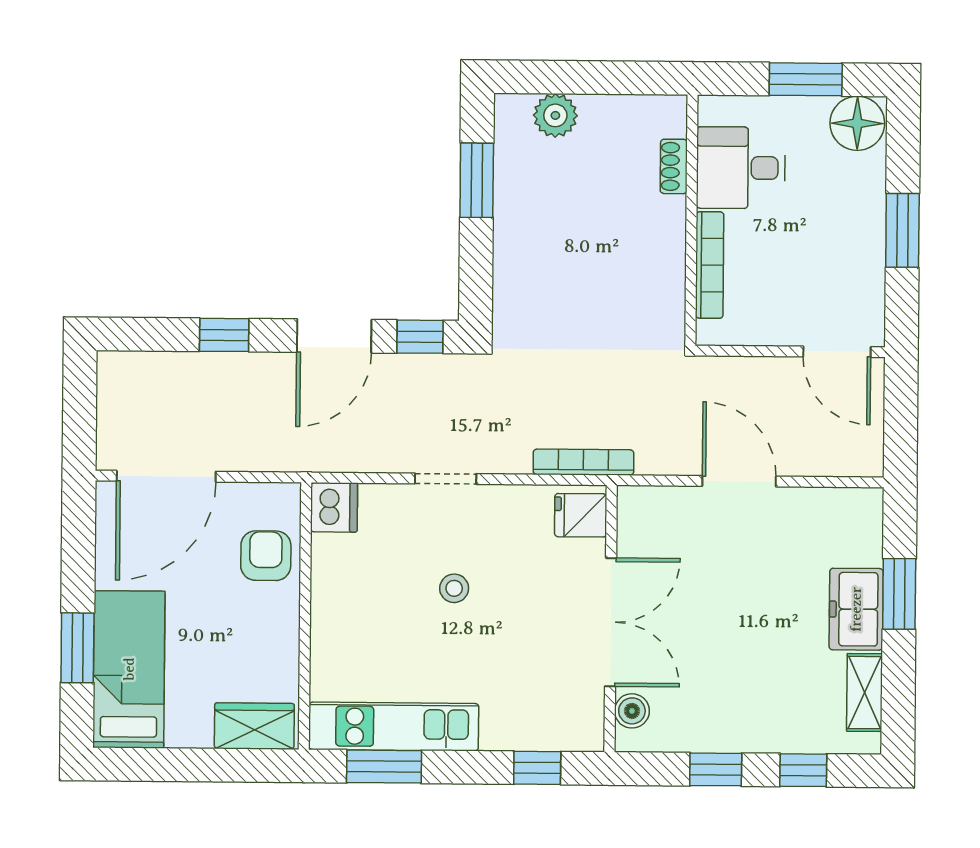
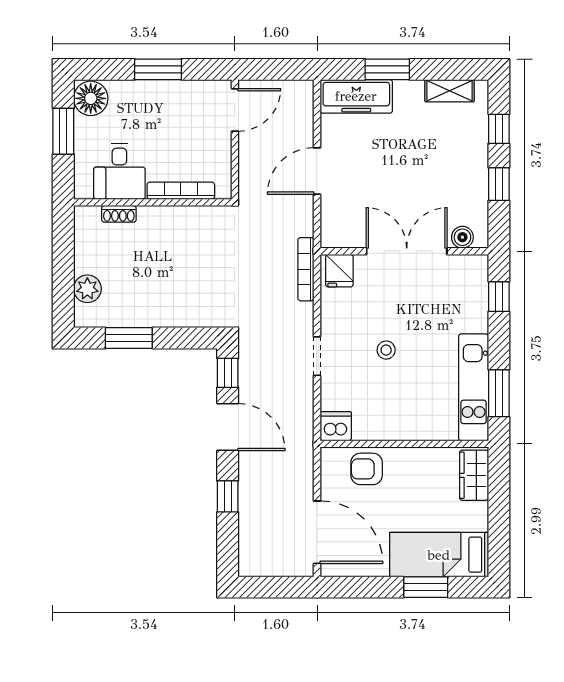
freezer: (856, 609) -> (356, 96), moved, width x1.40

